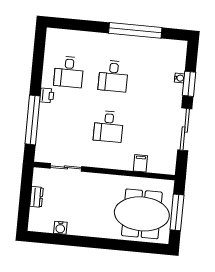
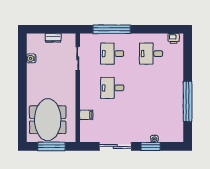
desk: (113, 76) -> (112, 54), moved
printer: (47, 95) -> (174, 38), moved

